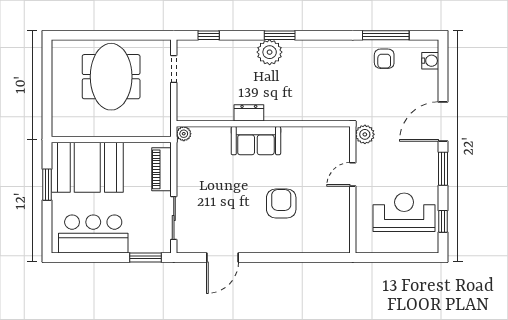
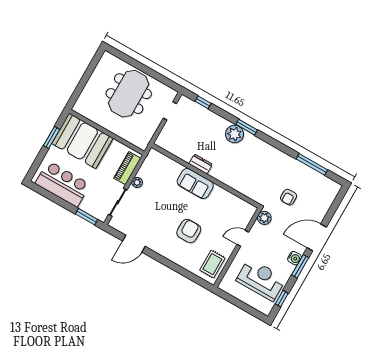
armchair: (384, 59) -> (289, 197), moved
water cooler: (430, 61) -> (295, 258), moved
plant: (184, 134) -> (137, 182), moved
rug: (333, 228) -> (212, 264), added

